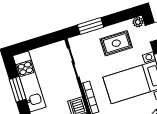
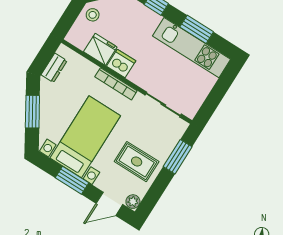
rug: (116, 43) -> (137, 162), turned 90

